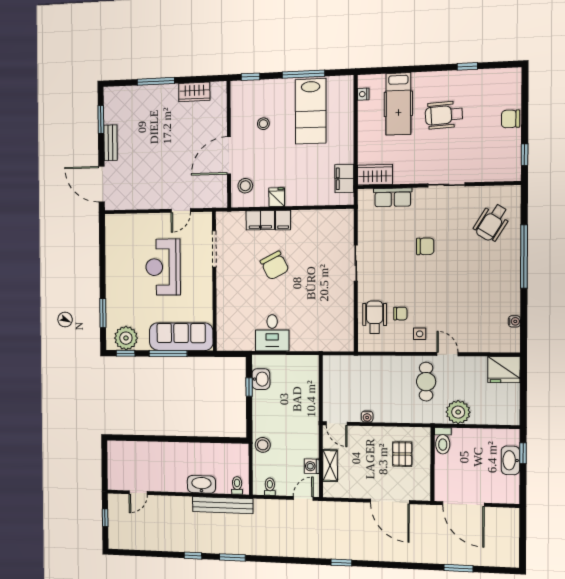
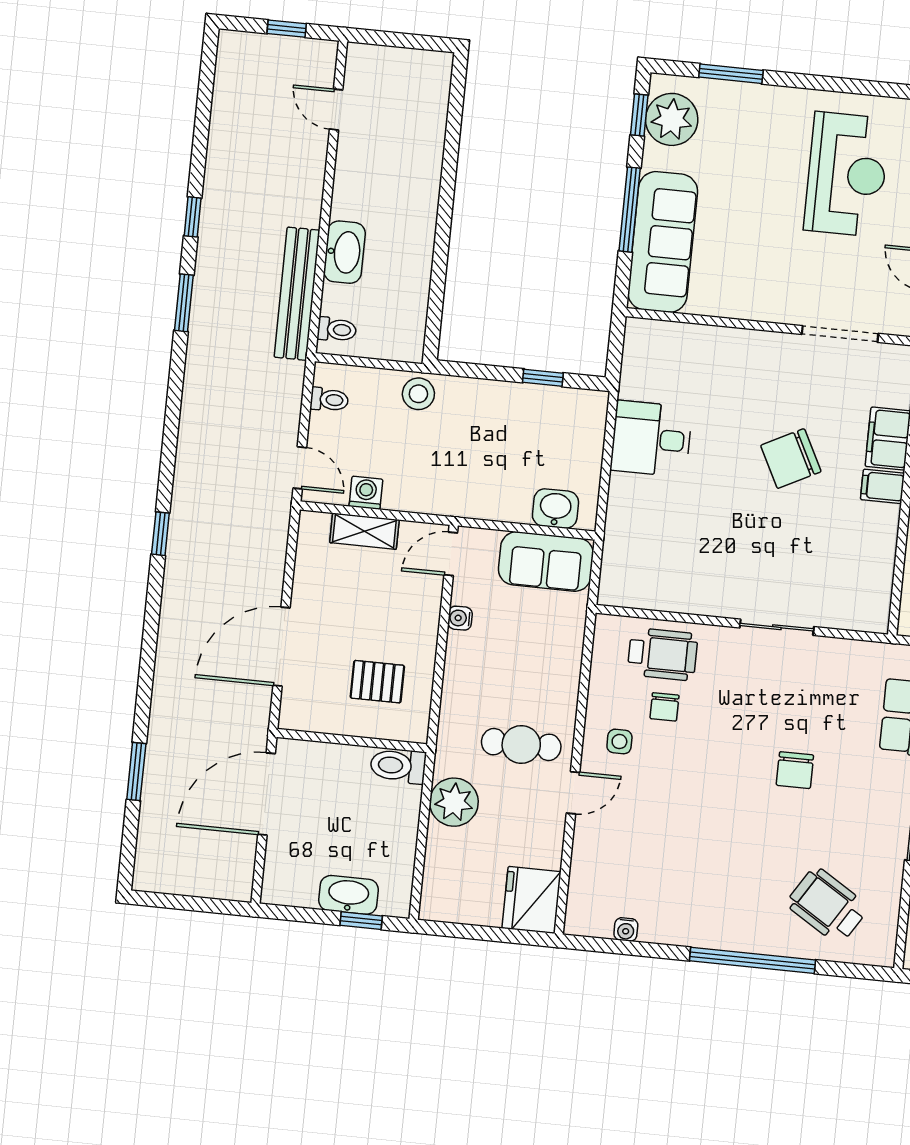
reception desk: (163, 267) -> (847, 174), moved, turned 90
sofa: (336, 378) -> (546, 561), added
washbasin: (261, 379) -> (555, 509), moved, turned 180

